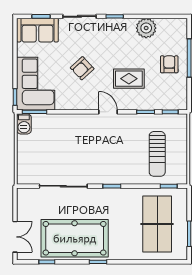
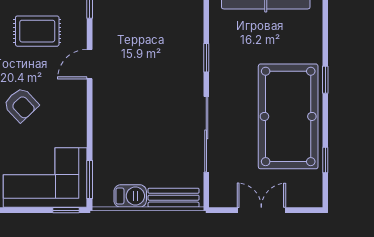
rug: (129, 79) -> (37, 31), turned 90
barbecue: (24, 124) -> (130, 196), moved
bench: (23, 165) -> (174, 198), added
double door: (15, 237) -> (261, 210), moved

